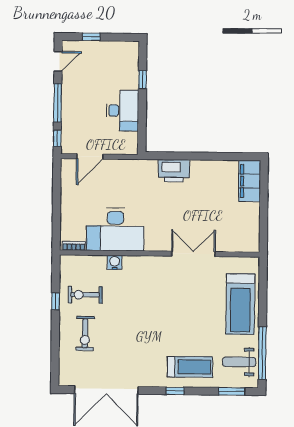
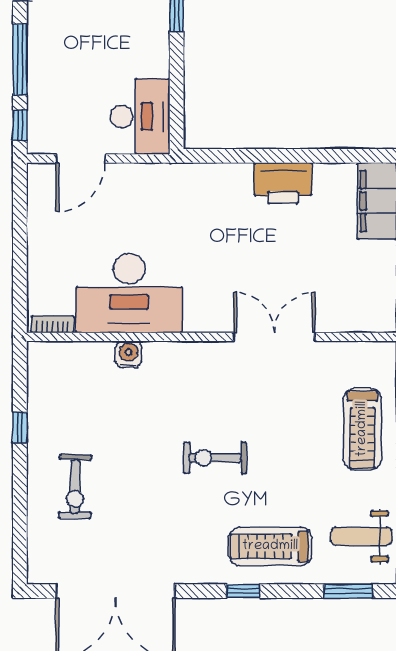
desk: (122, 111) -> (140, 117), moved
printer: (174, 171) -> (283, 183), moved
exercise bike: (85, 295) -> (215, 458), moved
treadmill: (240, 304) -> (362, 429), width x0.73, depth x0.73
treadmill: (190, 367) -> (270, 546), turned 180

